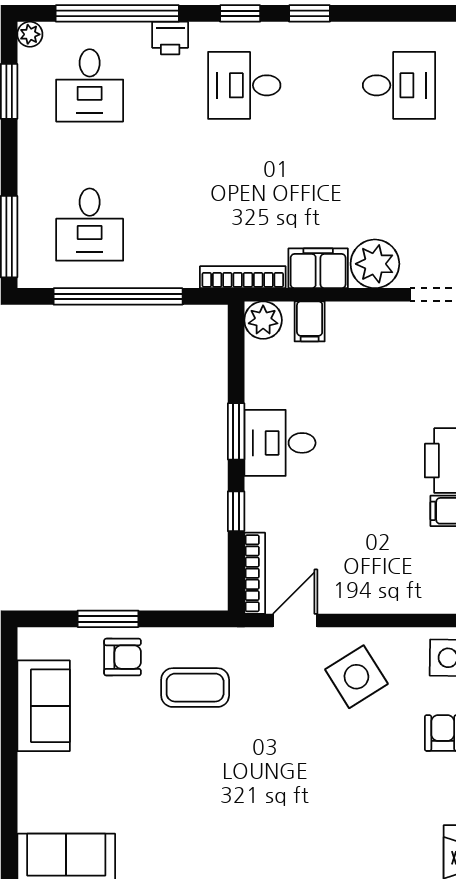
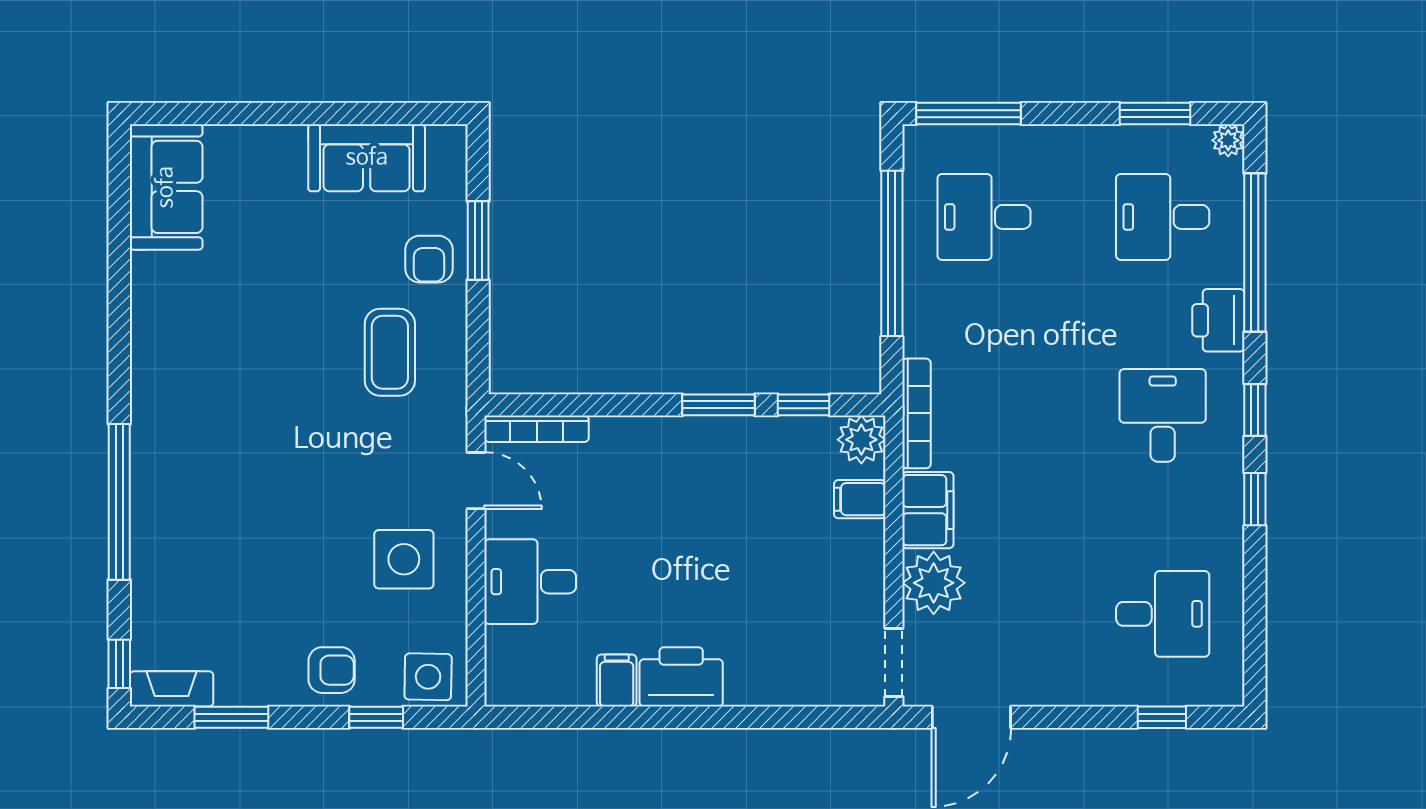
printer: (170, 38) -> (1218, 320), width x1.36, depth x1.24
desk: (399, 85) -> (1163, 614), turned -90
desk: (280, 443) -> (530, 582), moved, turned -90
window: (236, 511) -> (804, 405), moved
side table: (356, 677) -> (404, 559), turned 32

